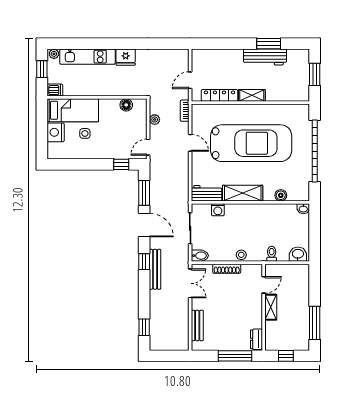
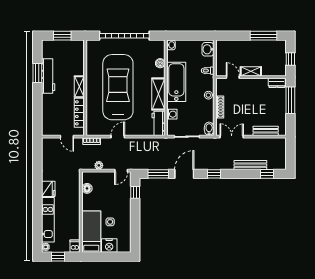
door: (148, 147) -> (121, 171), hinge flipped
bathtub: (258, 215) -> (176, 82), added
bench: (155, 269) -> (250, 165), moved

